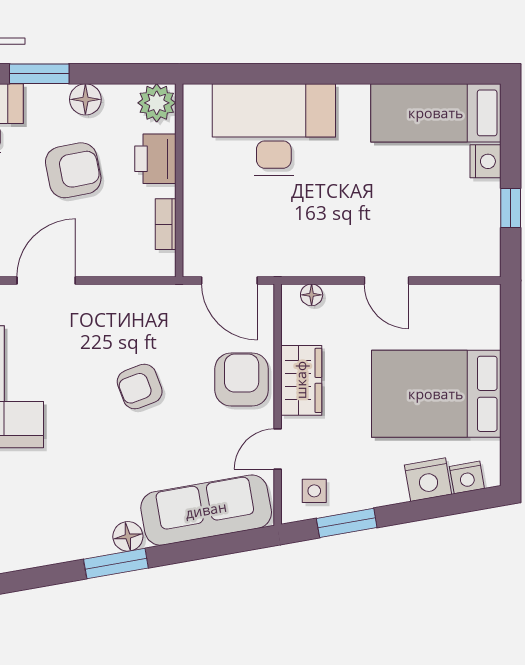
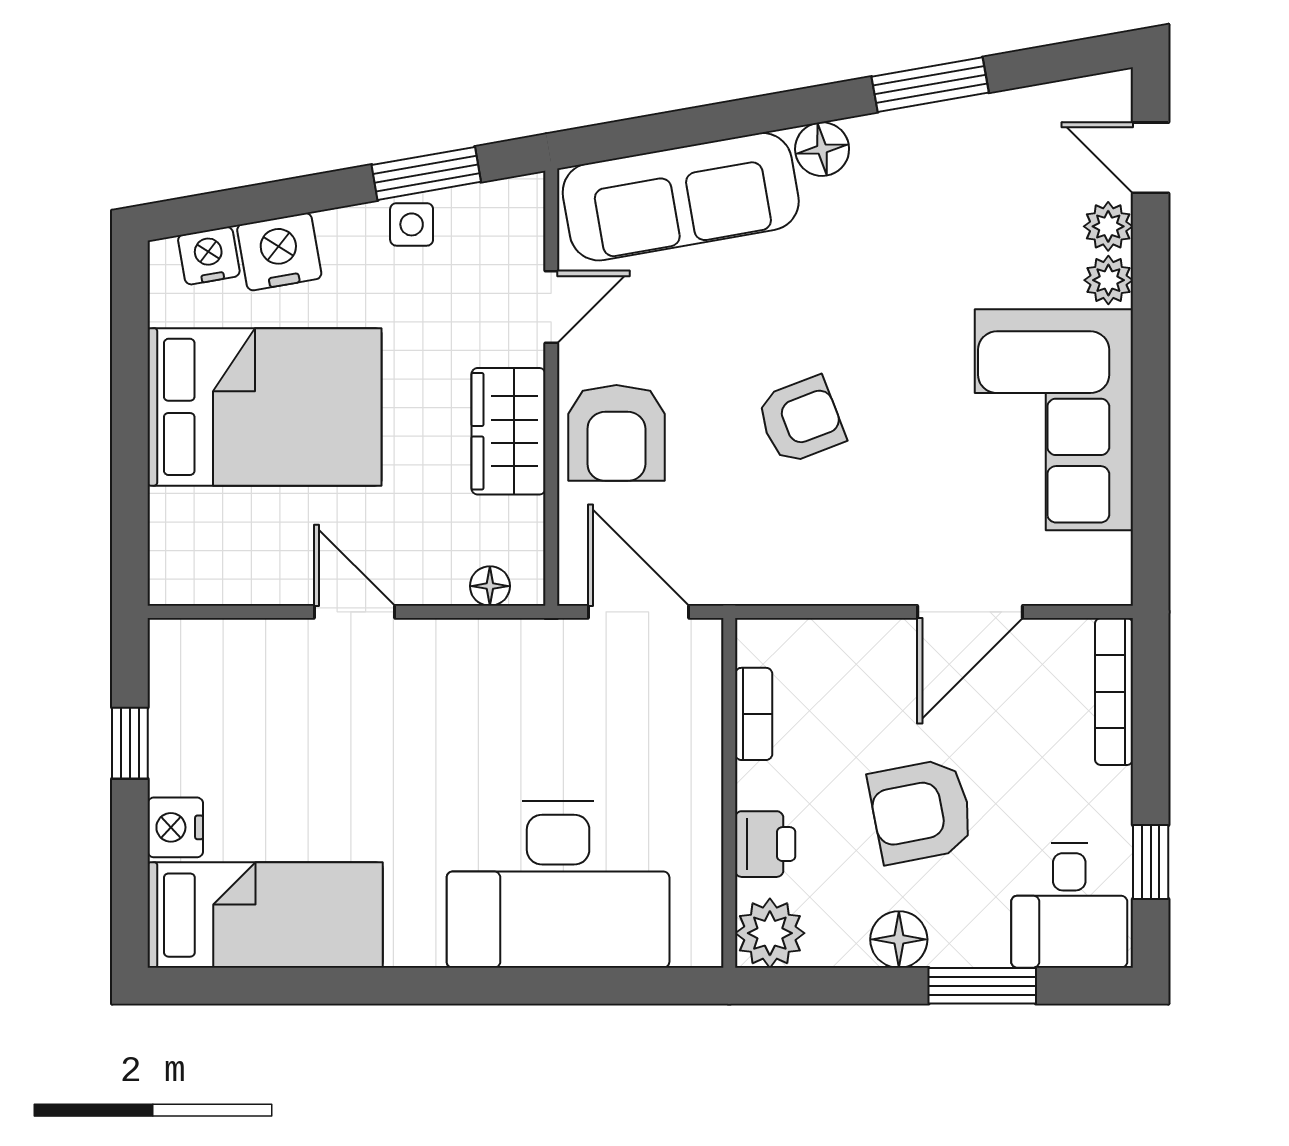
printer: (155, 159) -> (765, 844), width x0.73, depth x0.81
side table: (314, 491) -> (412, 224), moved
window: (116, 564) -> (930, 85), moved

